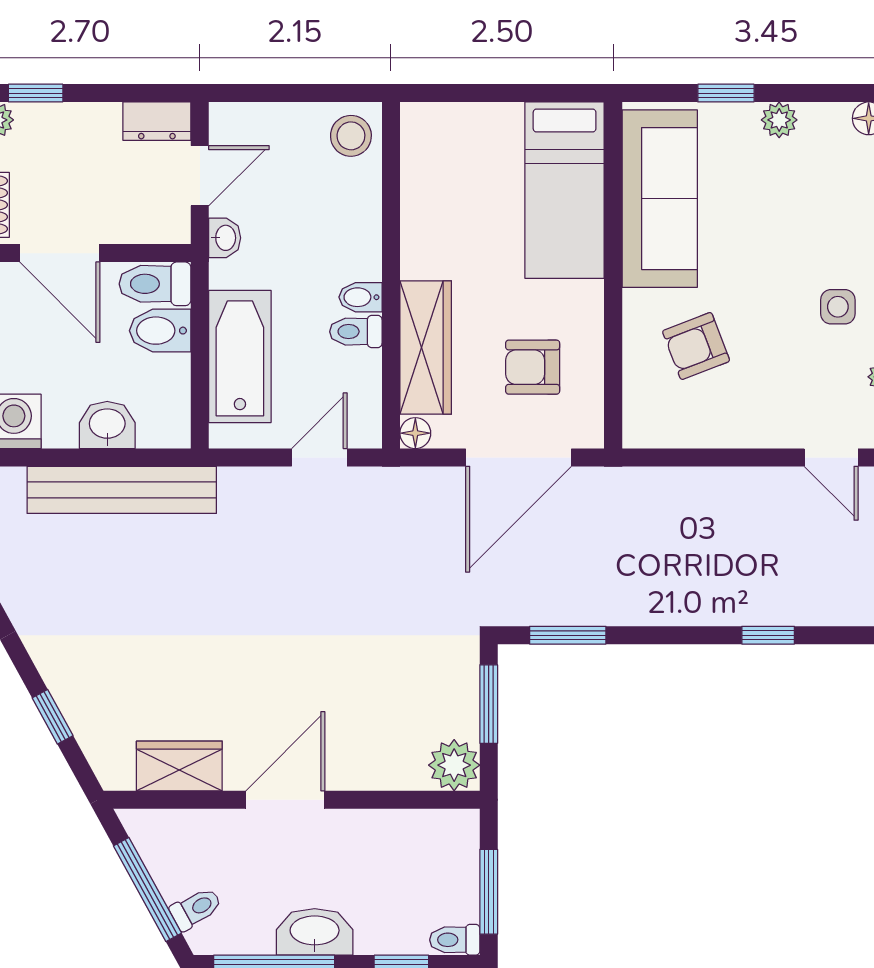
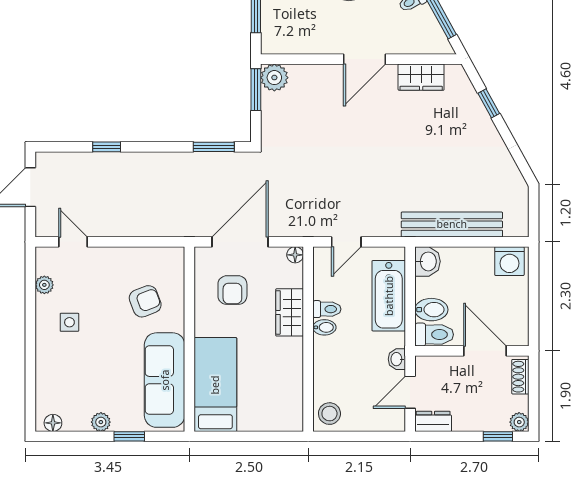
wardrobe: (426, 347) -> (290, 312), width x0.67
armchair: (533, 367) -> (232, 290), turned 90
washbasin: (107, 425) -> (428, 261), moved, turned -90
window: (489, 704) -> (256, 90), moved

